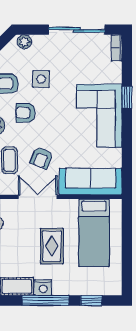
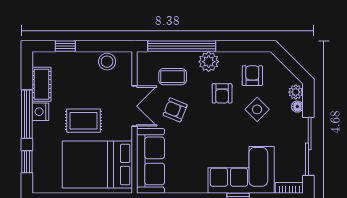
floor lamp: (38, 40) -> (297, 107), added
side table: (41, 79) -> (257, 109), turned 45
armchair: (26, 113) -> (222, 93), turned 180
corner sofa: (99, 116) -> (241, 170), moved
bed: (94, 233) -> (97, 164), width x1.50

